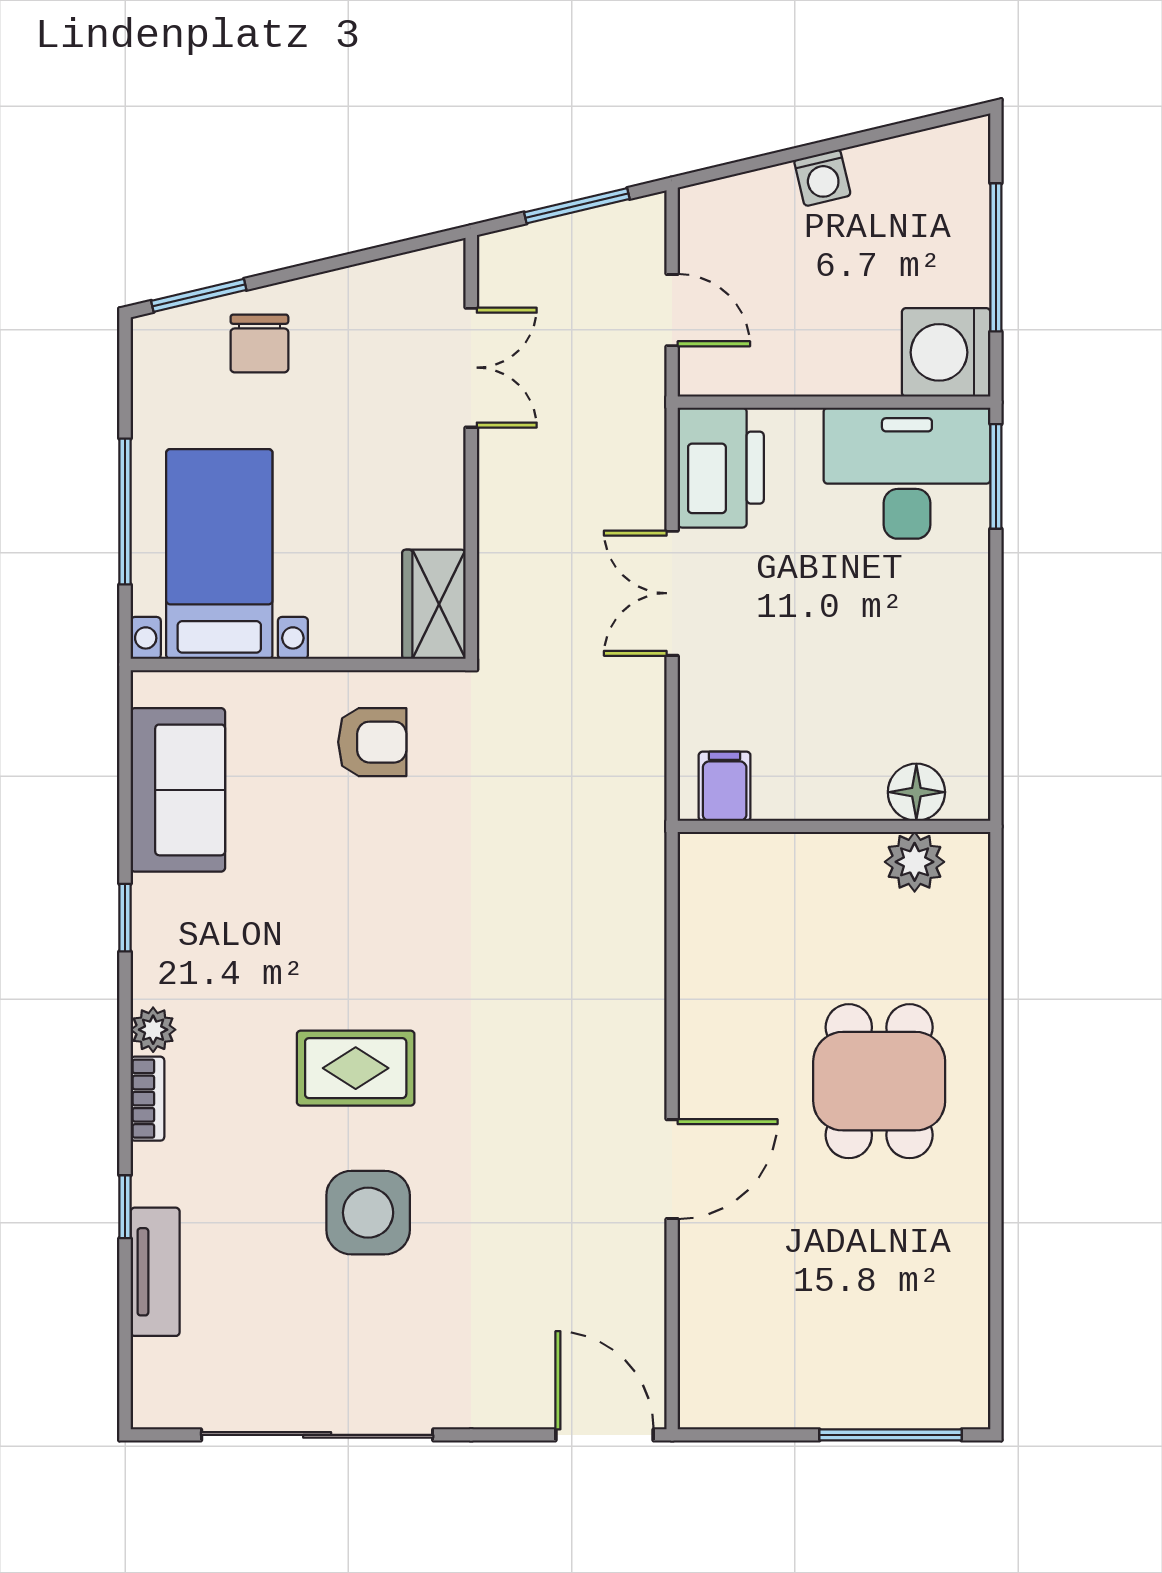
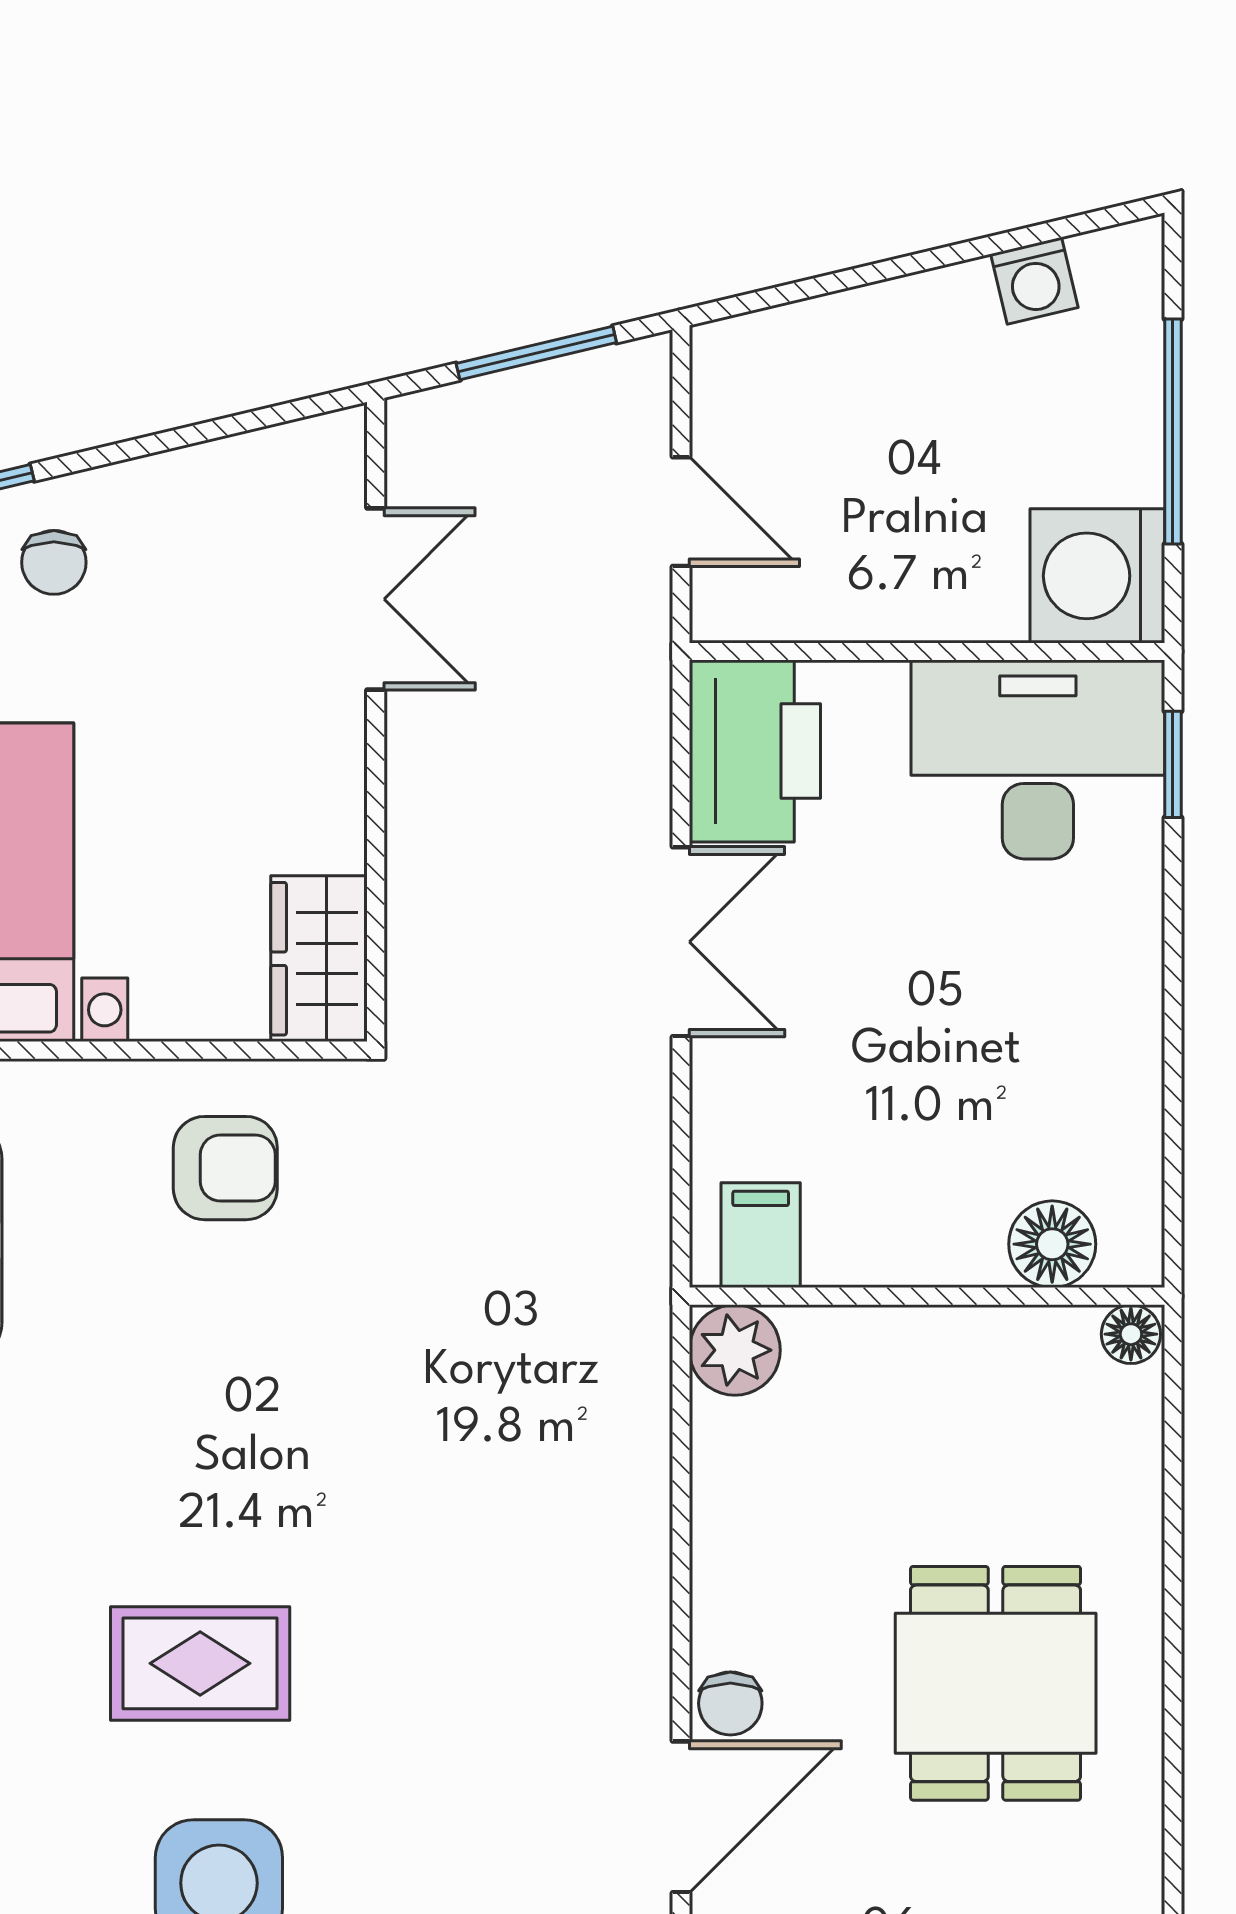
washing machine: (822, 178) -> (1034, 281), moved
chair: (259, 344) -> (54, 562), width x0.73, depth x0.73
window: (996, 476) -> (1173, 764), width x0.67
double door: (672, 593) -> (681, 942), swing flipped
floor lamp: (968, 851) -> (1131, 1334), added
plant: (915, 862) -> (735, 1350), moved
chair: (705, 1094) -> (730, 1703), added

